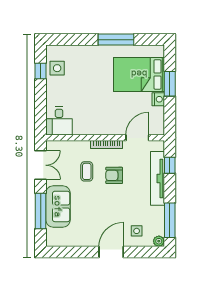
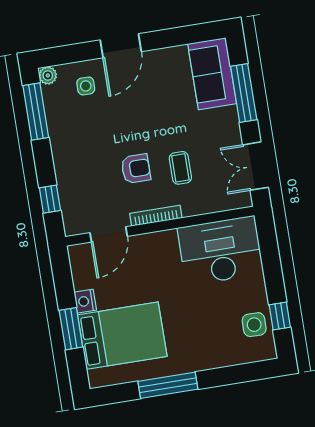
desk: (59, 121) -> (220, 251), width x1.87, depth x1.30
tv unit: (157, 178) -> (66, 175), removed
sofa: (58, 206) -> (212, 74), moved

